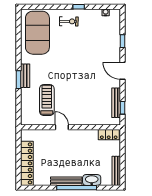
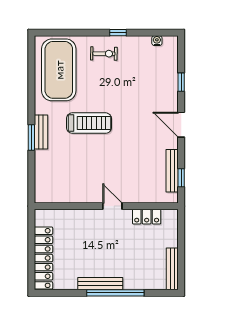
treadmill: (47, 100) -> (89, 123), moved, turned 90
door: (62, 127) -> (112, 206), moved
locker: (109, 135) -> (147, 217), moved
washbasin: (92, 180) -> (137, 282), removed

